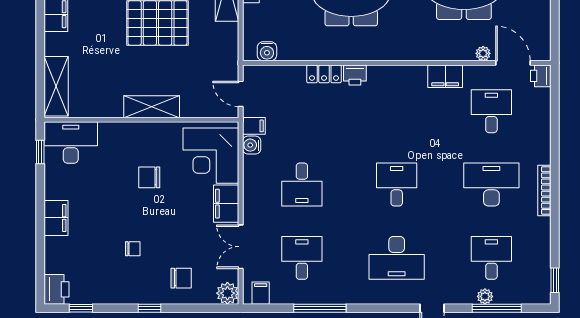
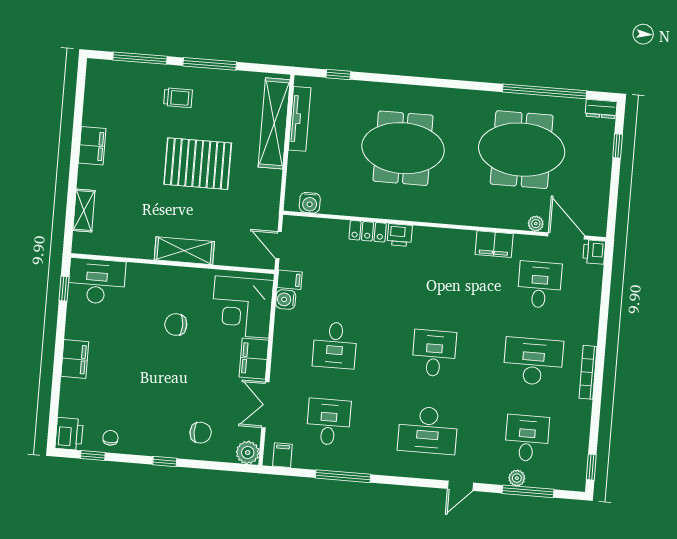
shelving: (56, 86) -> (84, 211), width x0.67, depth x0.75
chair: (133, 249) -> (110, 438), moved, turned -90

